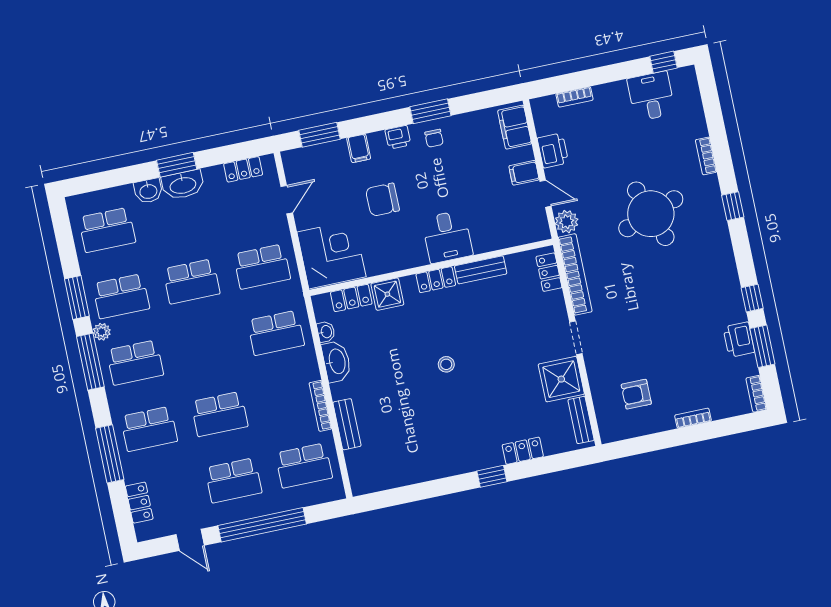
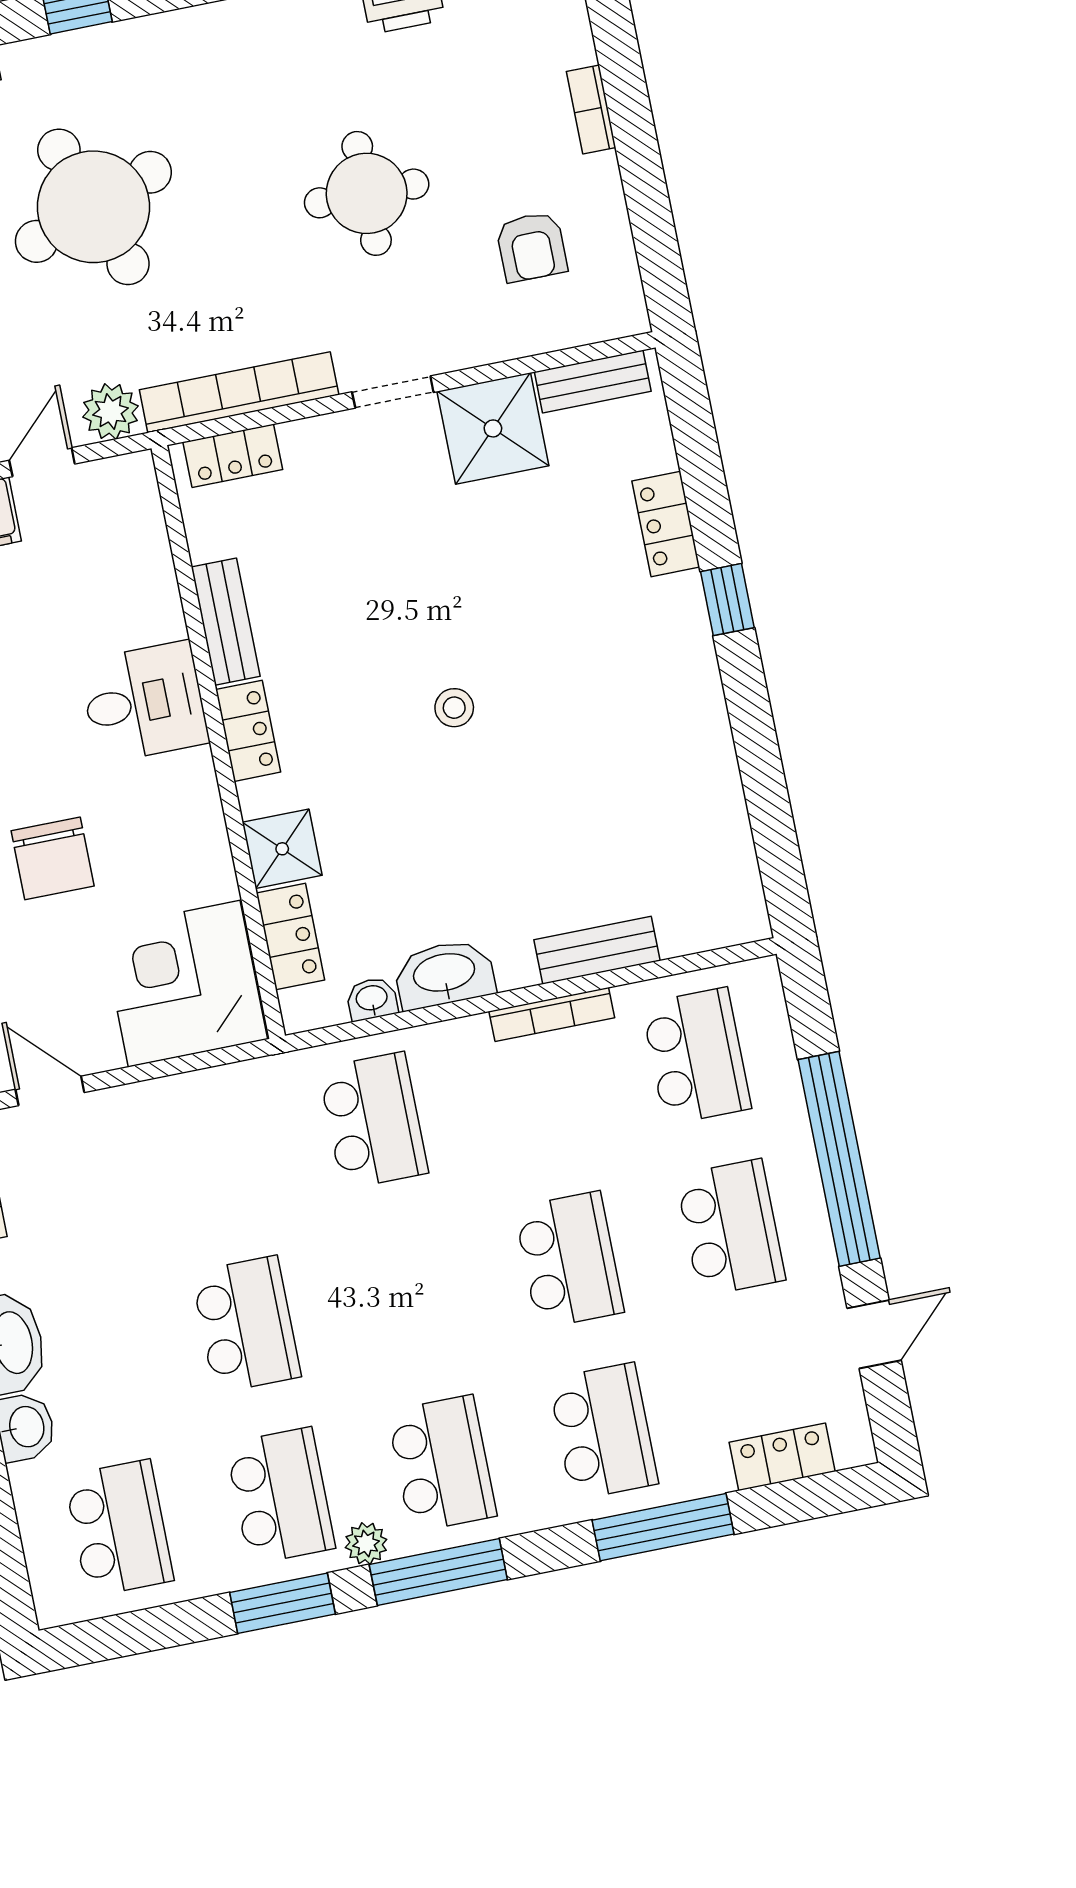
school desk: (262, 267) -> (212, 1153), removed
round table: (657, 326) -> (367, 193), added

